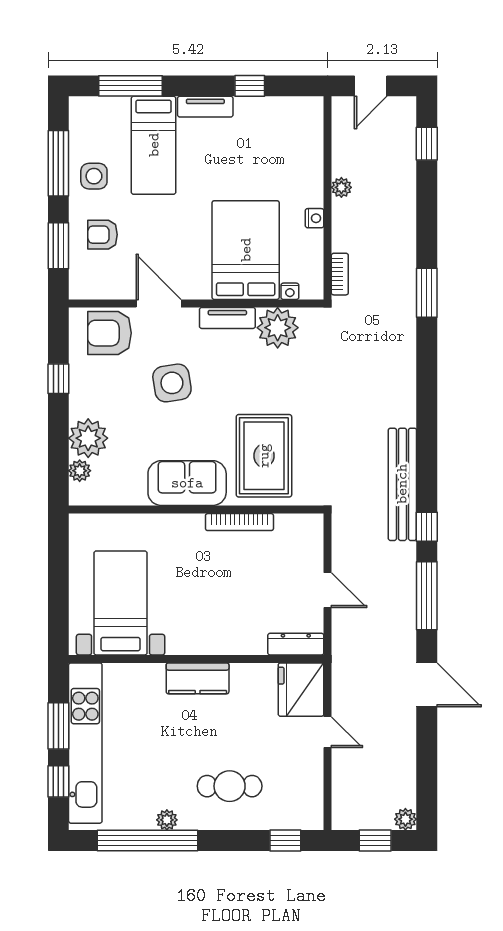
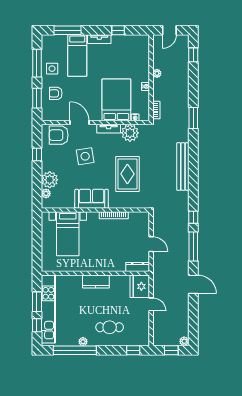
rug: (264, 456) -> (127, 174), moved
bench: (402, 484) -> (183, 167), moved
bed with nightstands: (121, 603) -> (68, 234), moved, turned 180

